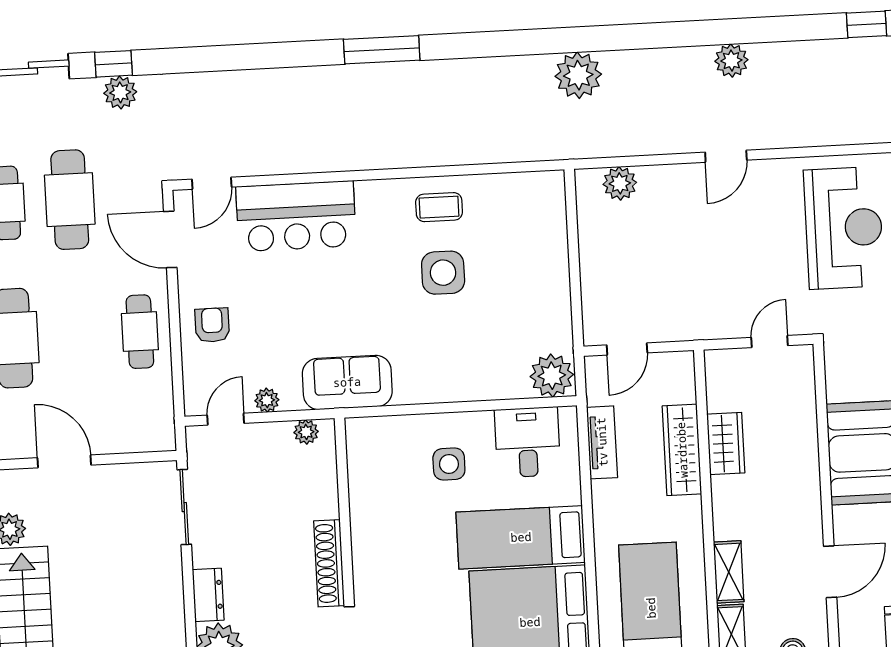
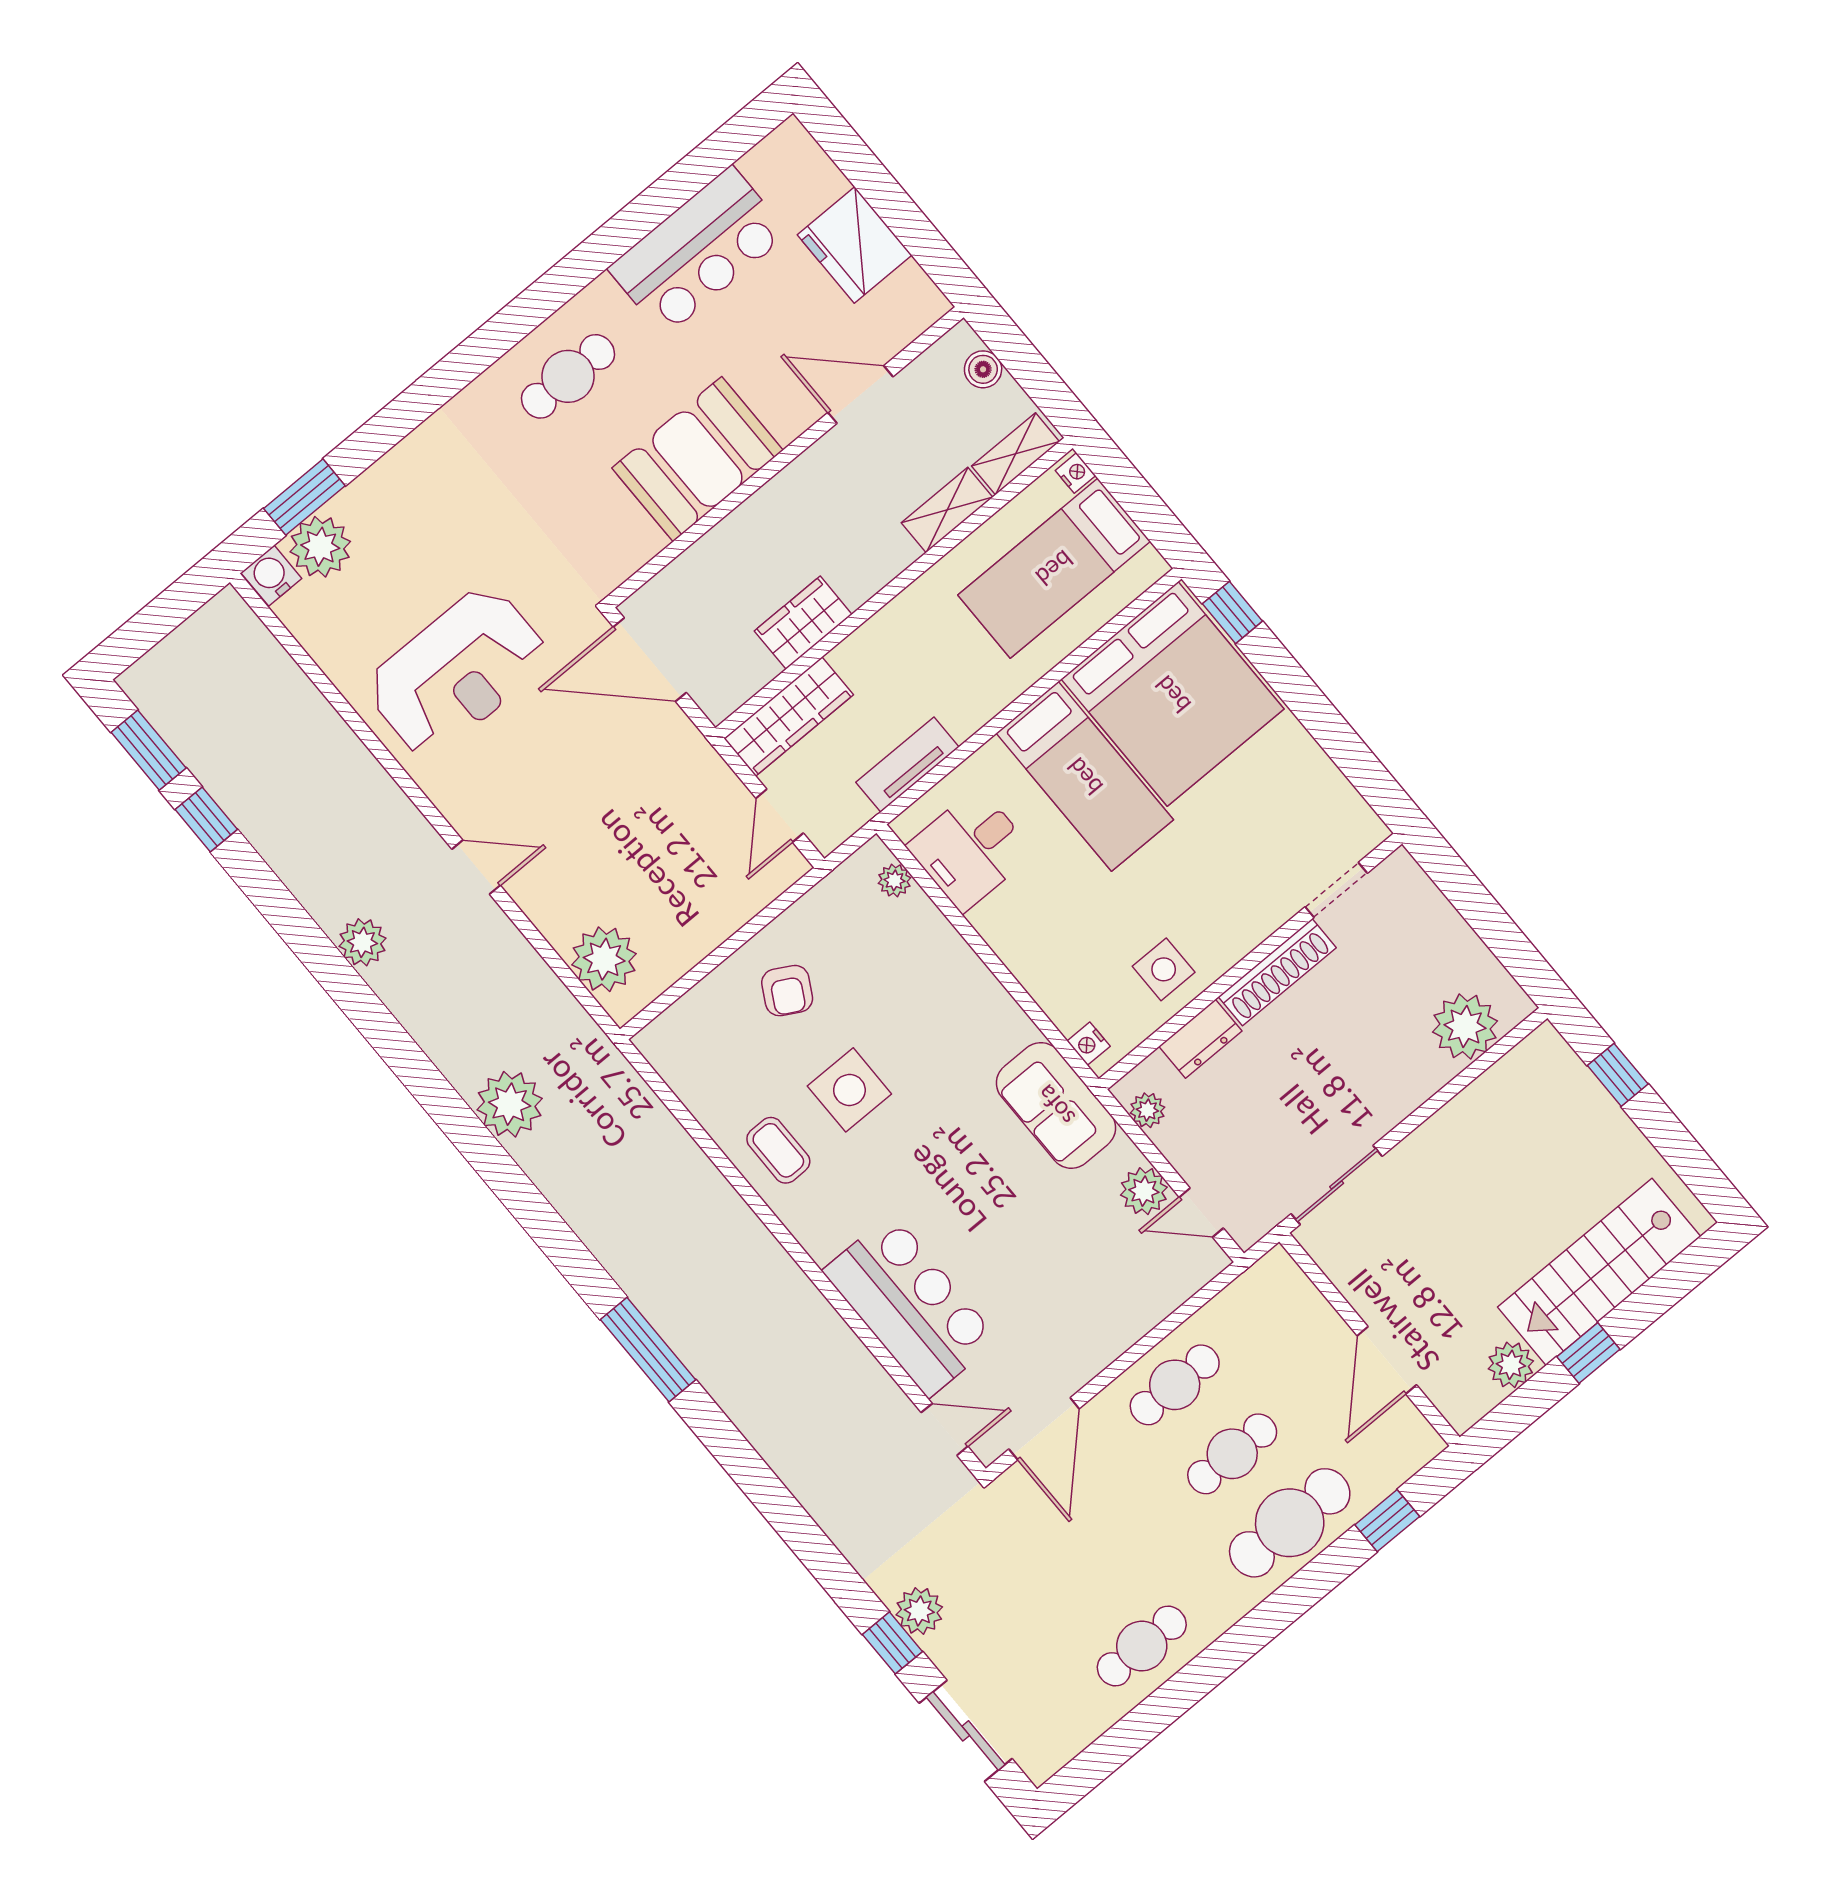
plant: (620, 183) -> (604, 959), width x1.36, depth x1.36
cafe table: (70, 200) -> (1232, 1454), moved, width x0.73, depth x0.74
reception desk: (844, 228) -> (457, 672), turned 180
armchair: (212, 325) -> (787, 991), moved, turned -61
door: (770, 341) -> (650, 660), width x1.87
door: (627, 349) -> (780, 816), swing flipped
plant: (552, 376) -> (895, 880), width x0.53, depth x0.53
plant: (267, 400) -> (1144, 1191), width x1.38, depth x1.38
nightstand: (368, 427) -> (1089, 1044), added
wardrobe: (682, 450) -> (789, 716), moved
side table: (449, 464) -> (1164, 969), moved
dresser: (208, 595) -> (1200, 1039), moved, turned 180

